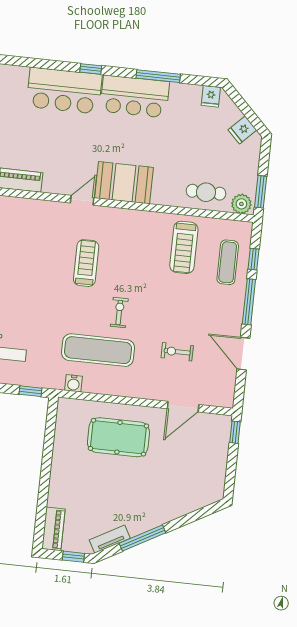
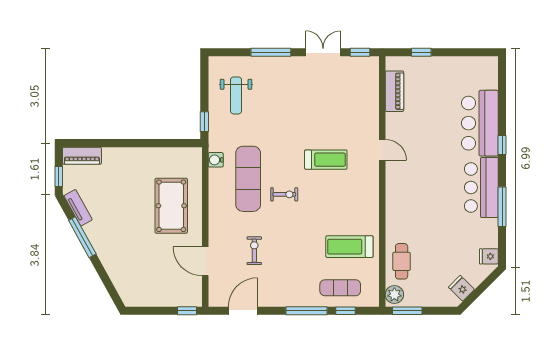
booth: (124, 183) -> (402, 186), removed
door: (243, 354) -> (243, 311), moved

